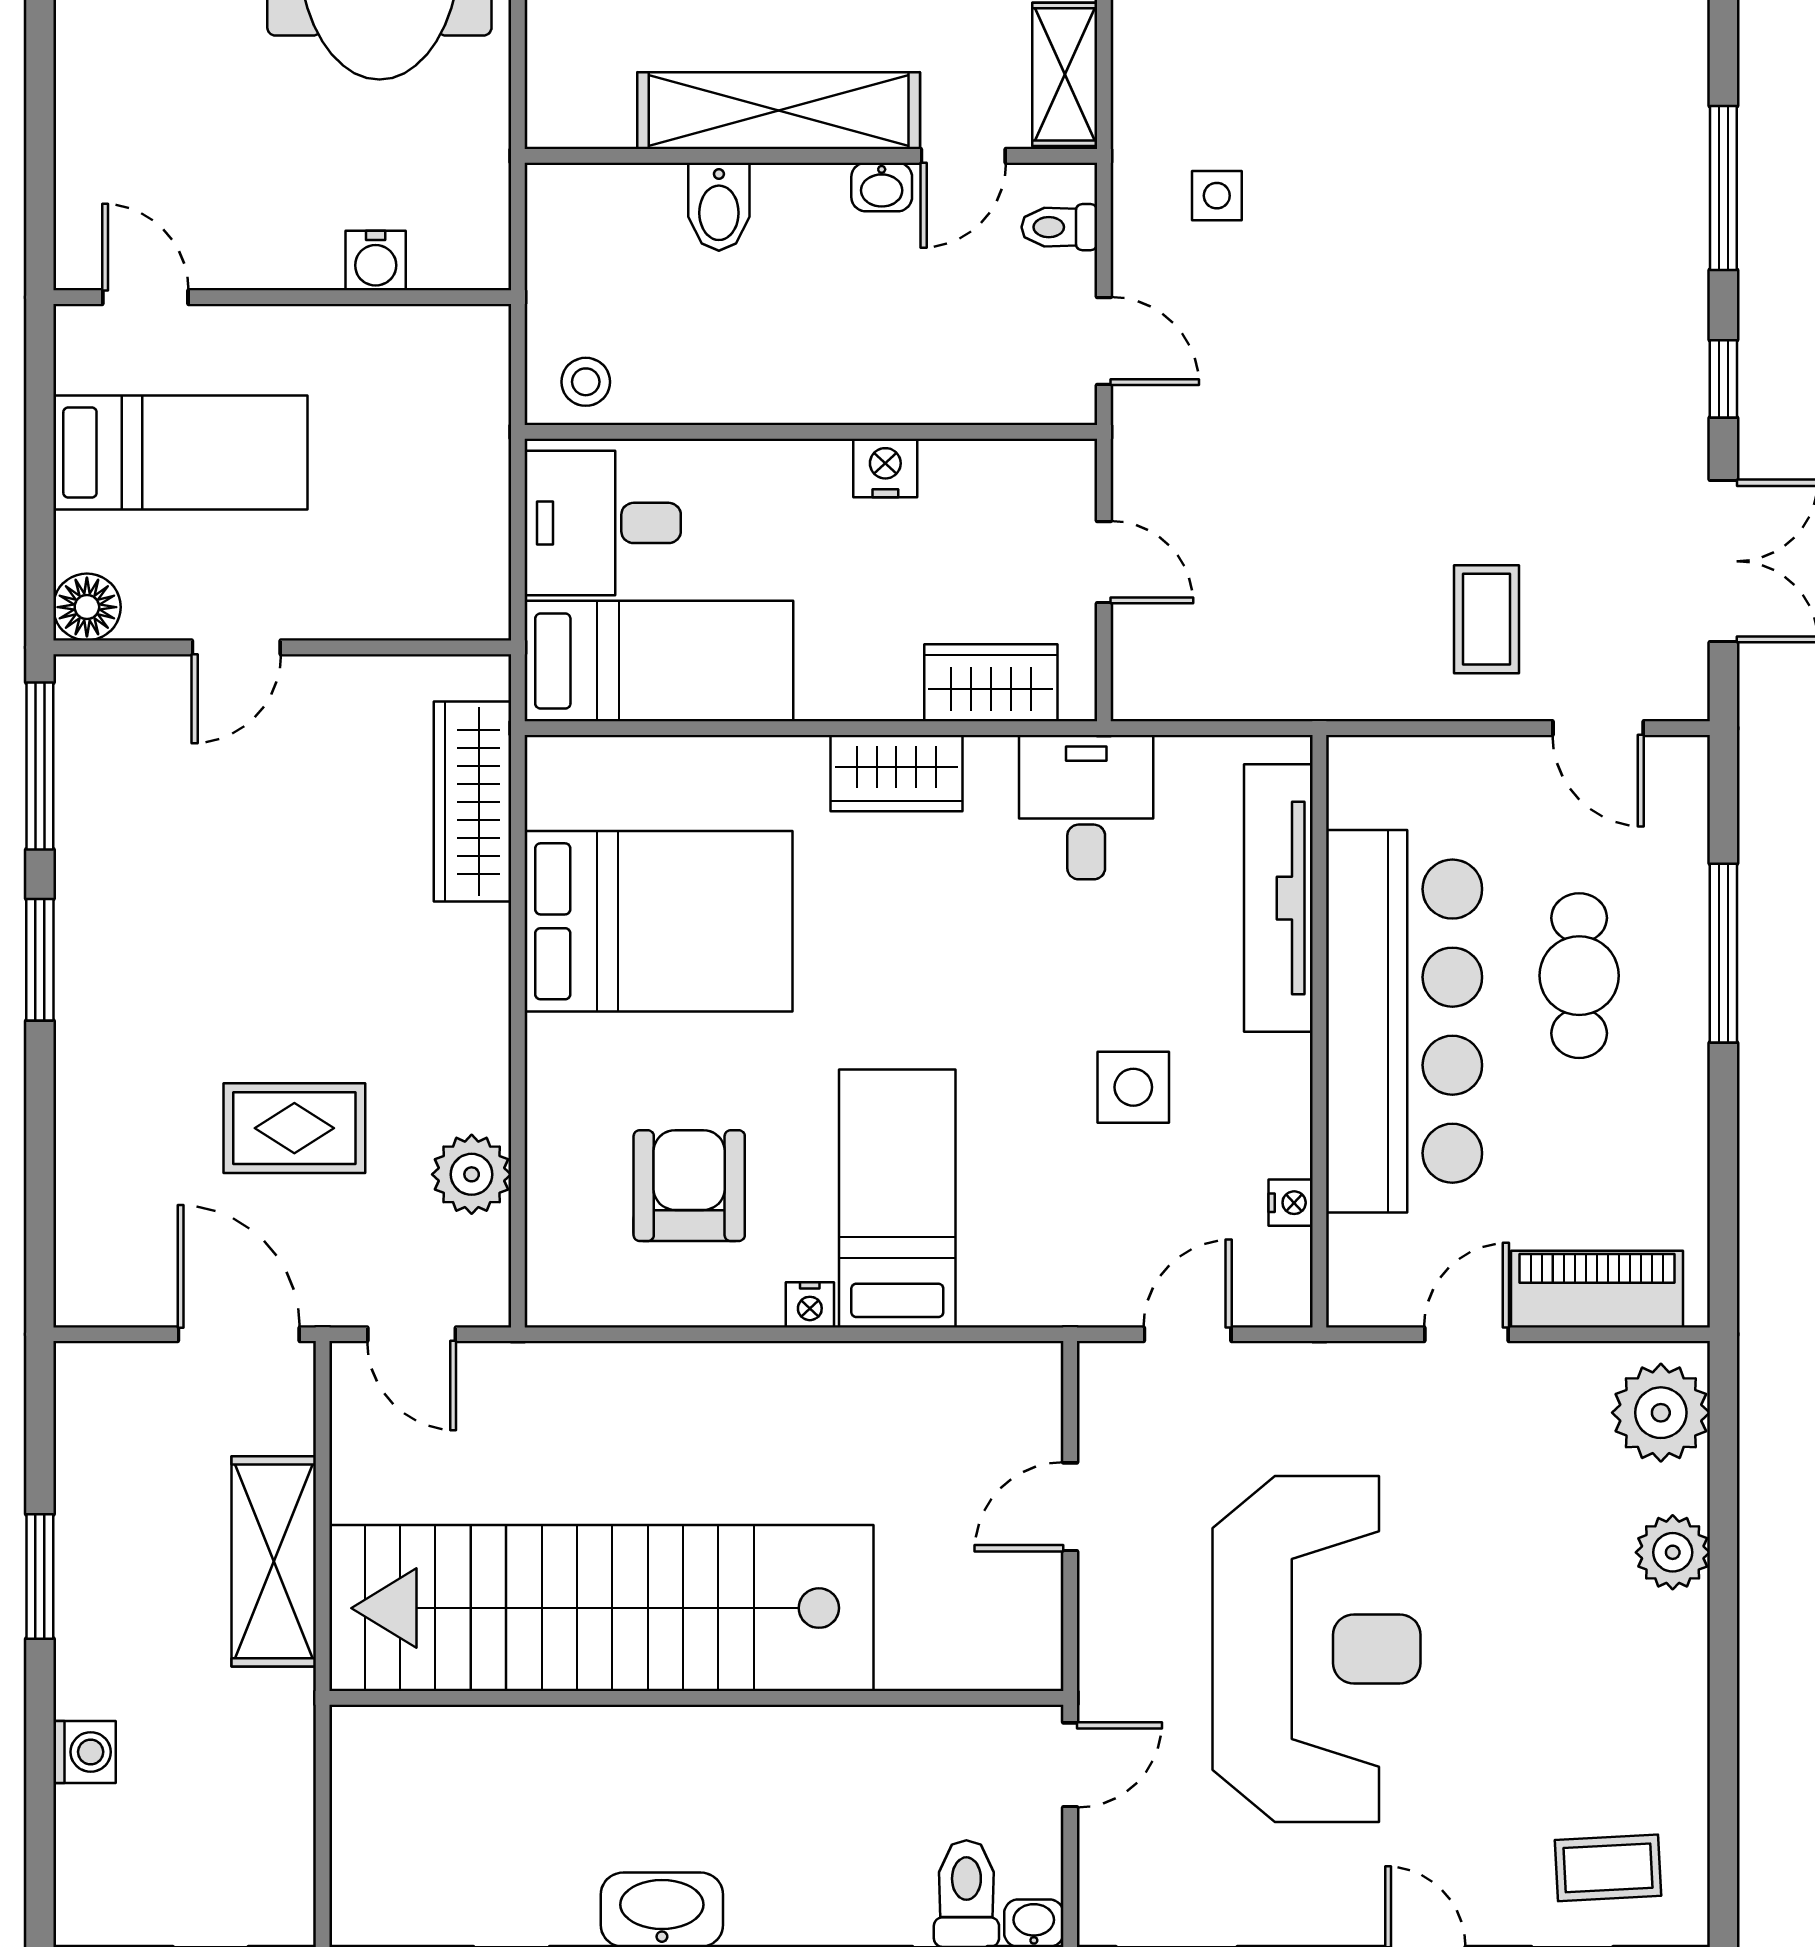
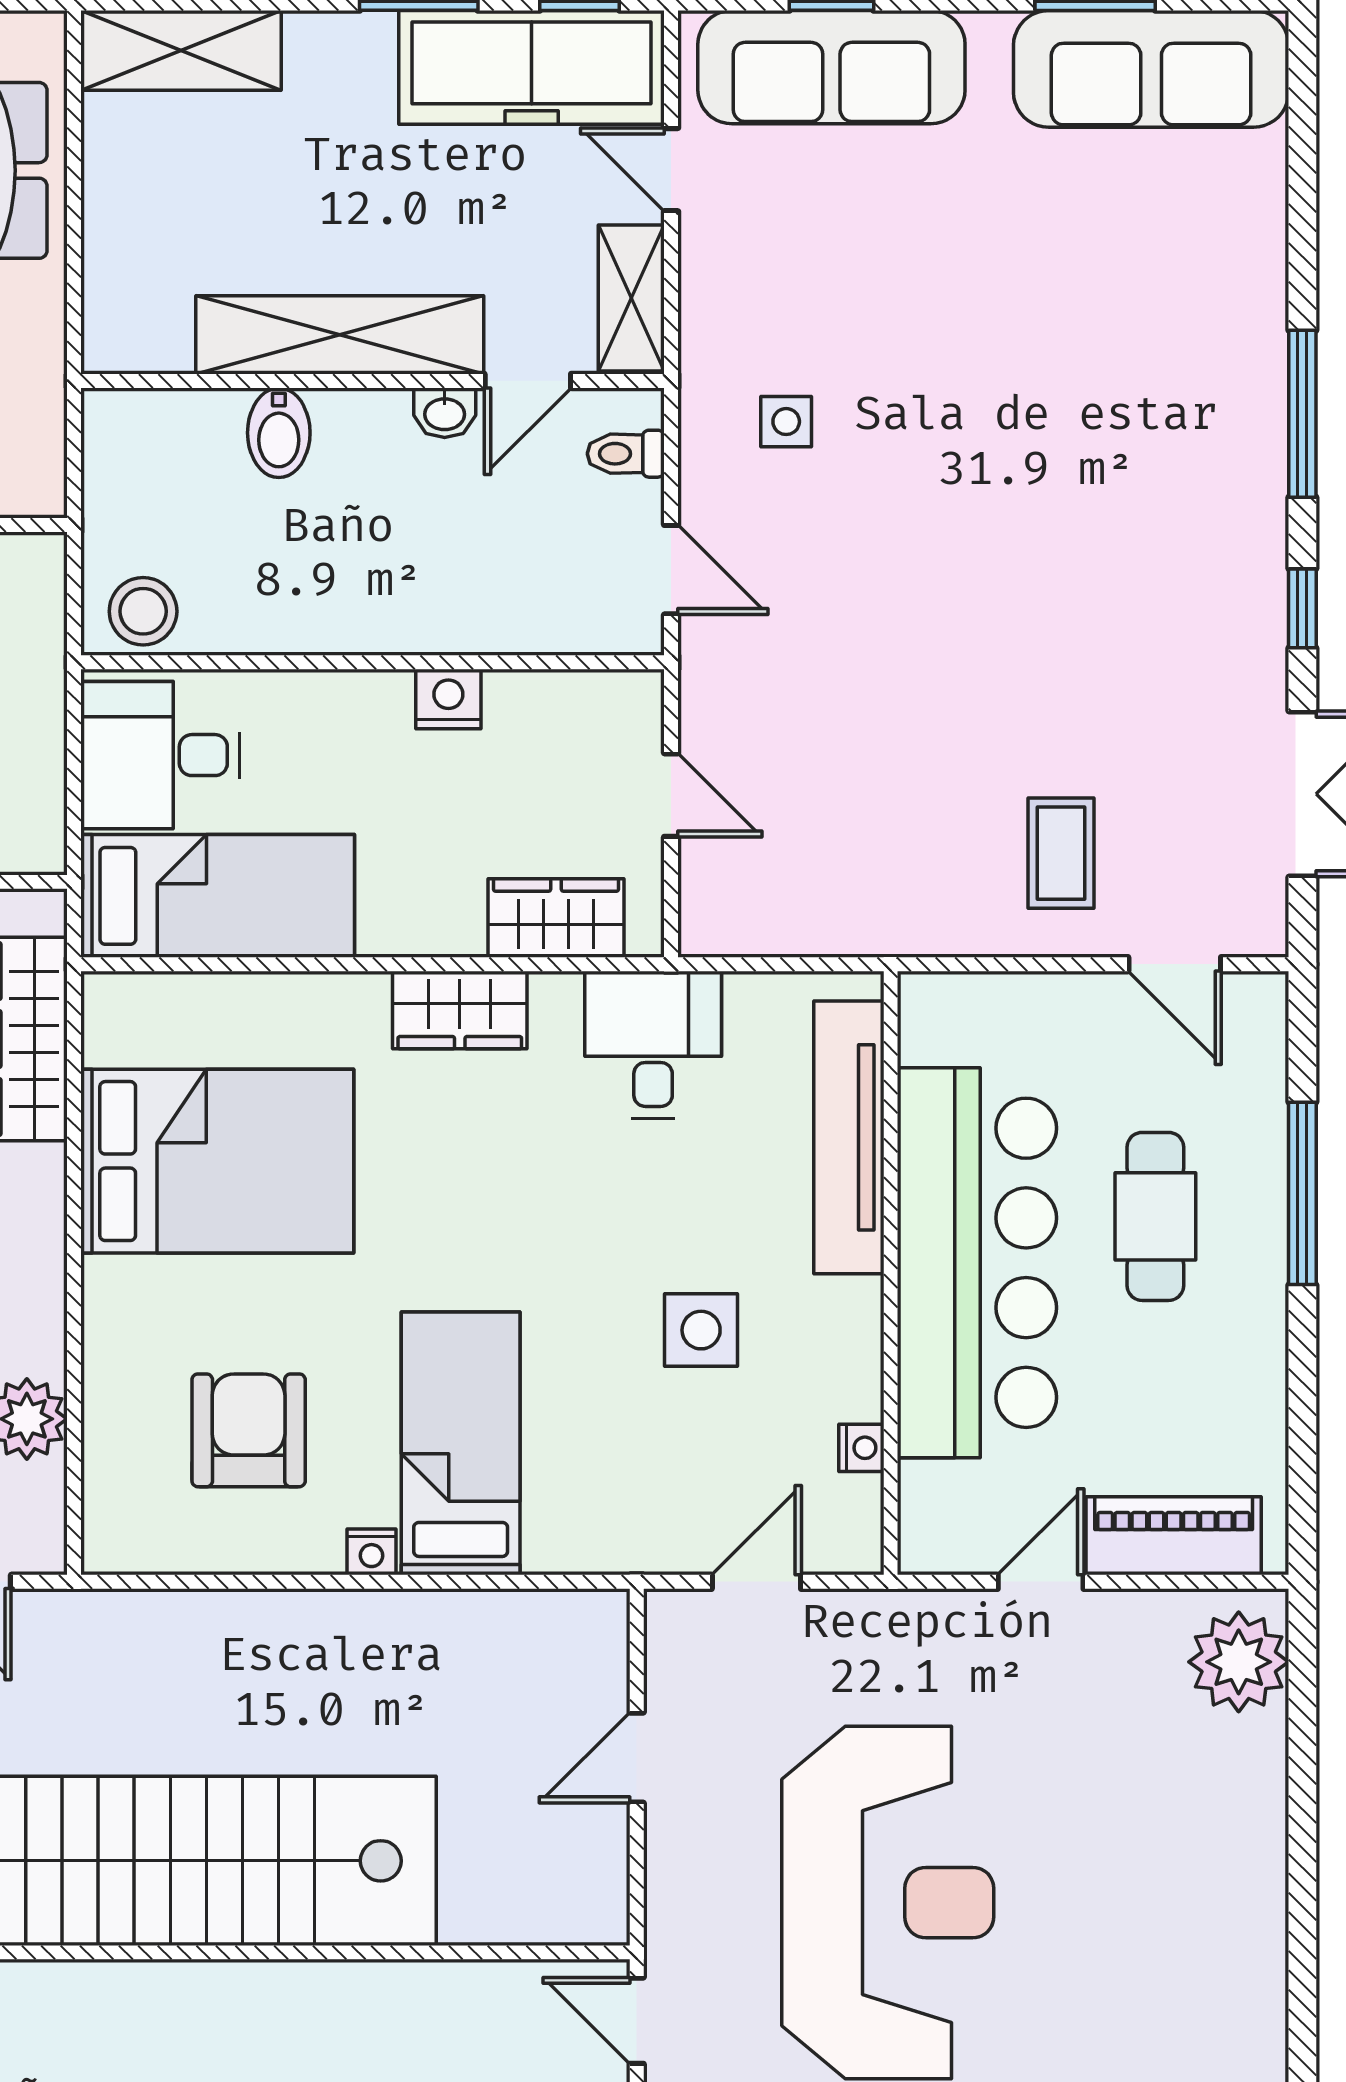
stool: (586, 382) -> (143, 611), width x1.37, depth x1.37
plant: (1673, 1552) -> (1251, 1804), removed
door: (1070, 1765) -> (637, 2021), swing flipped

